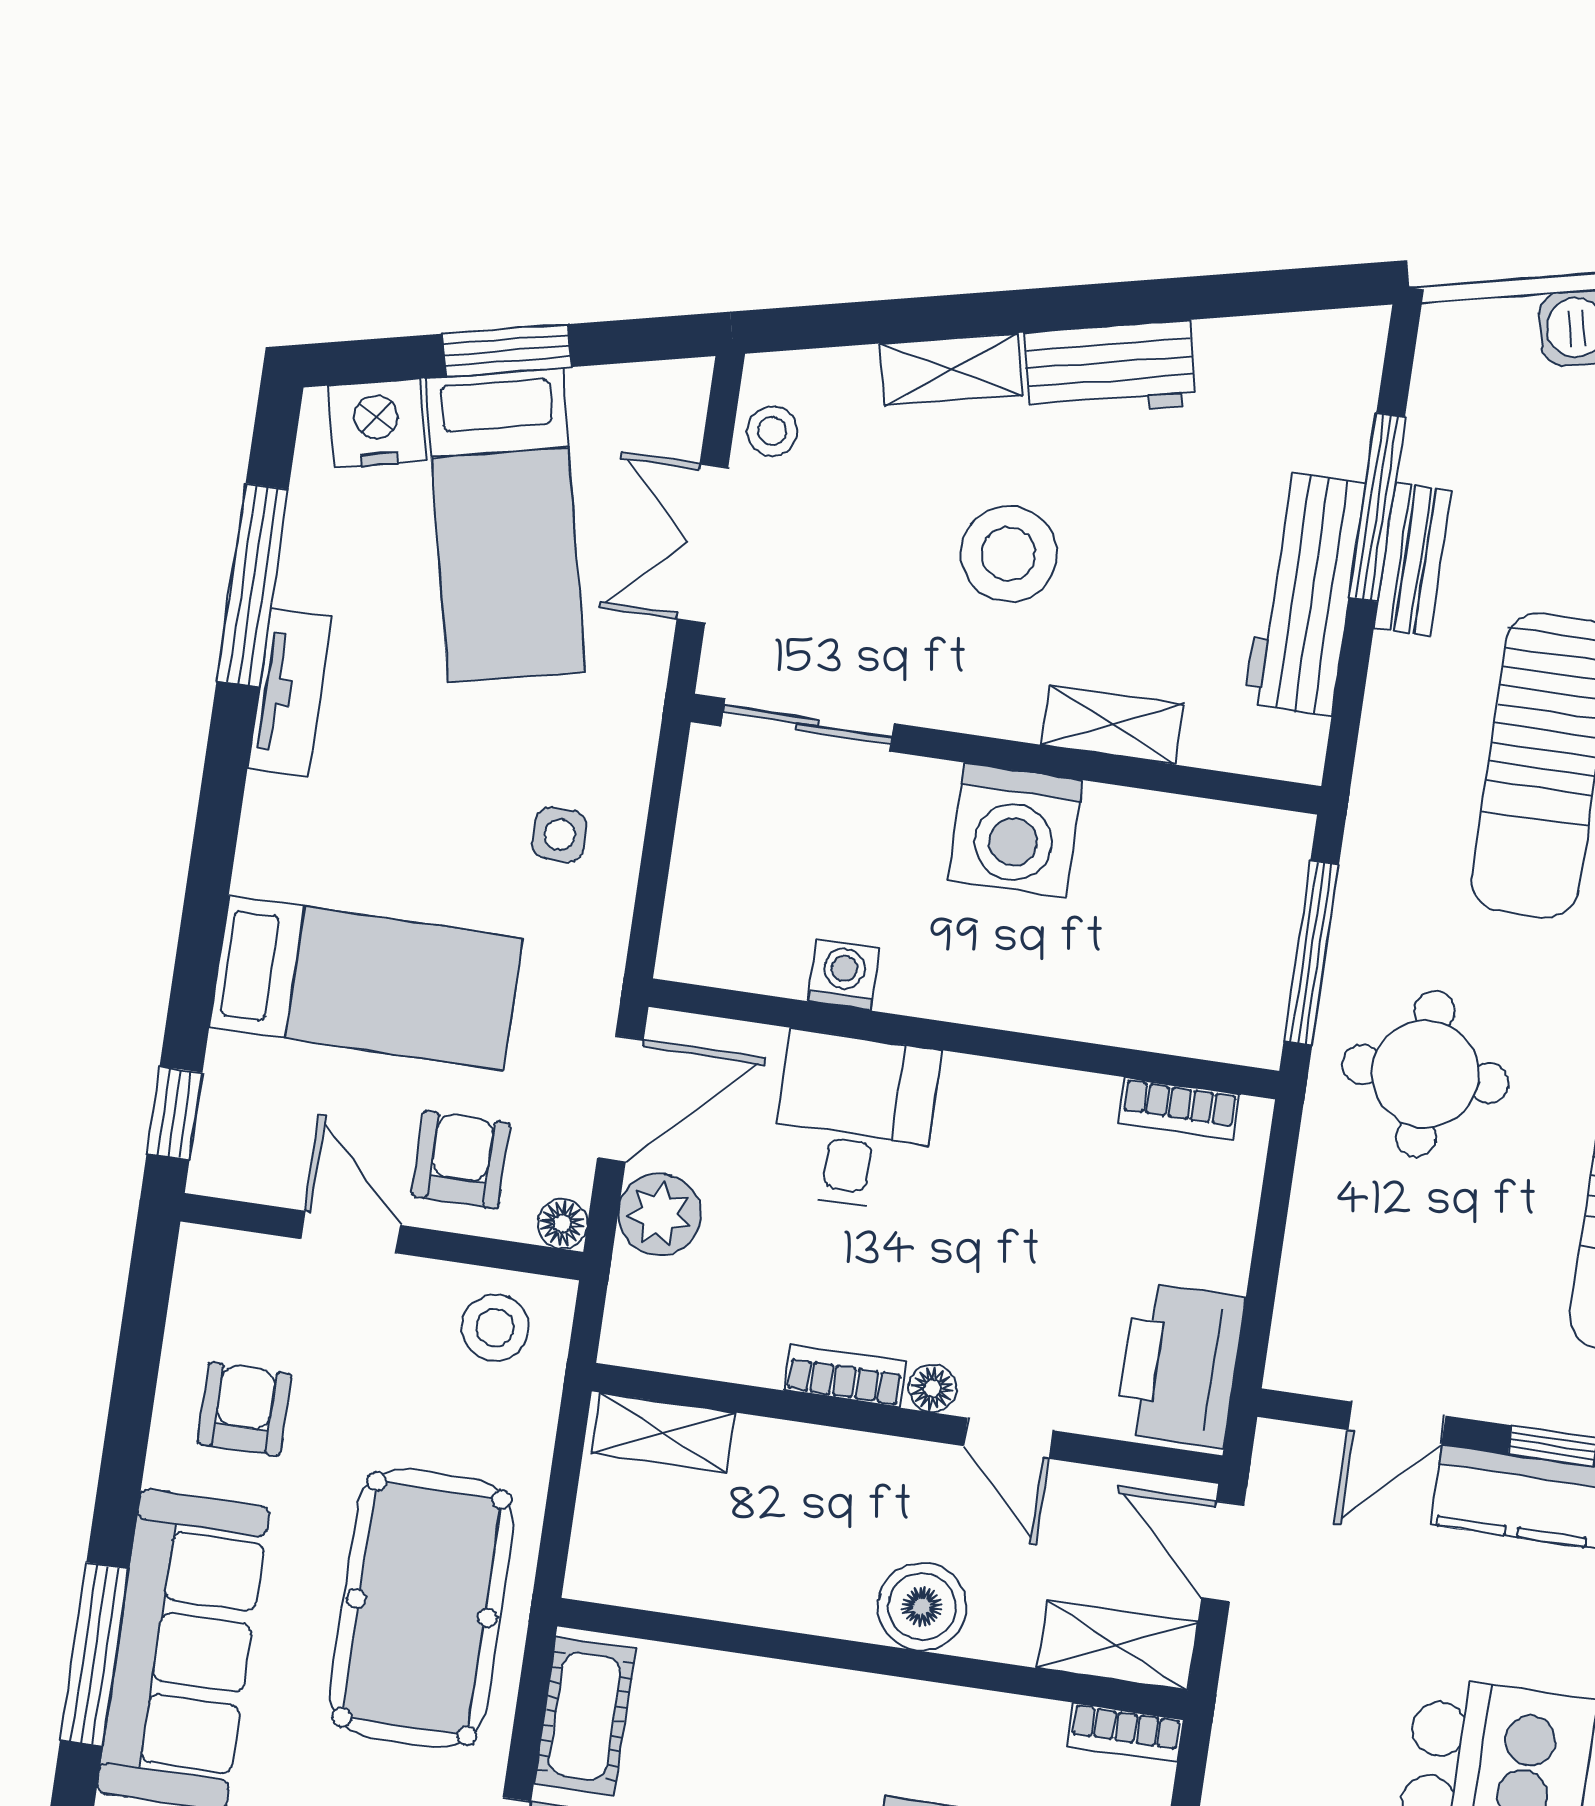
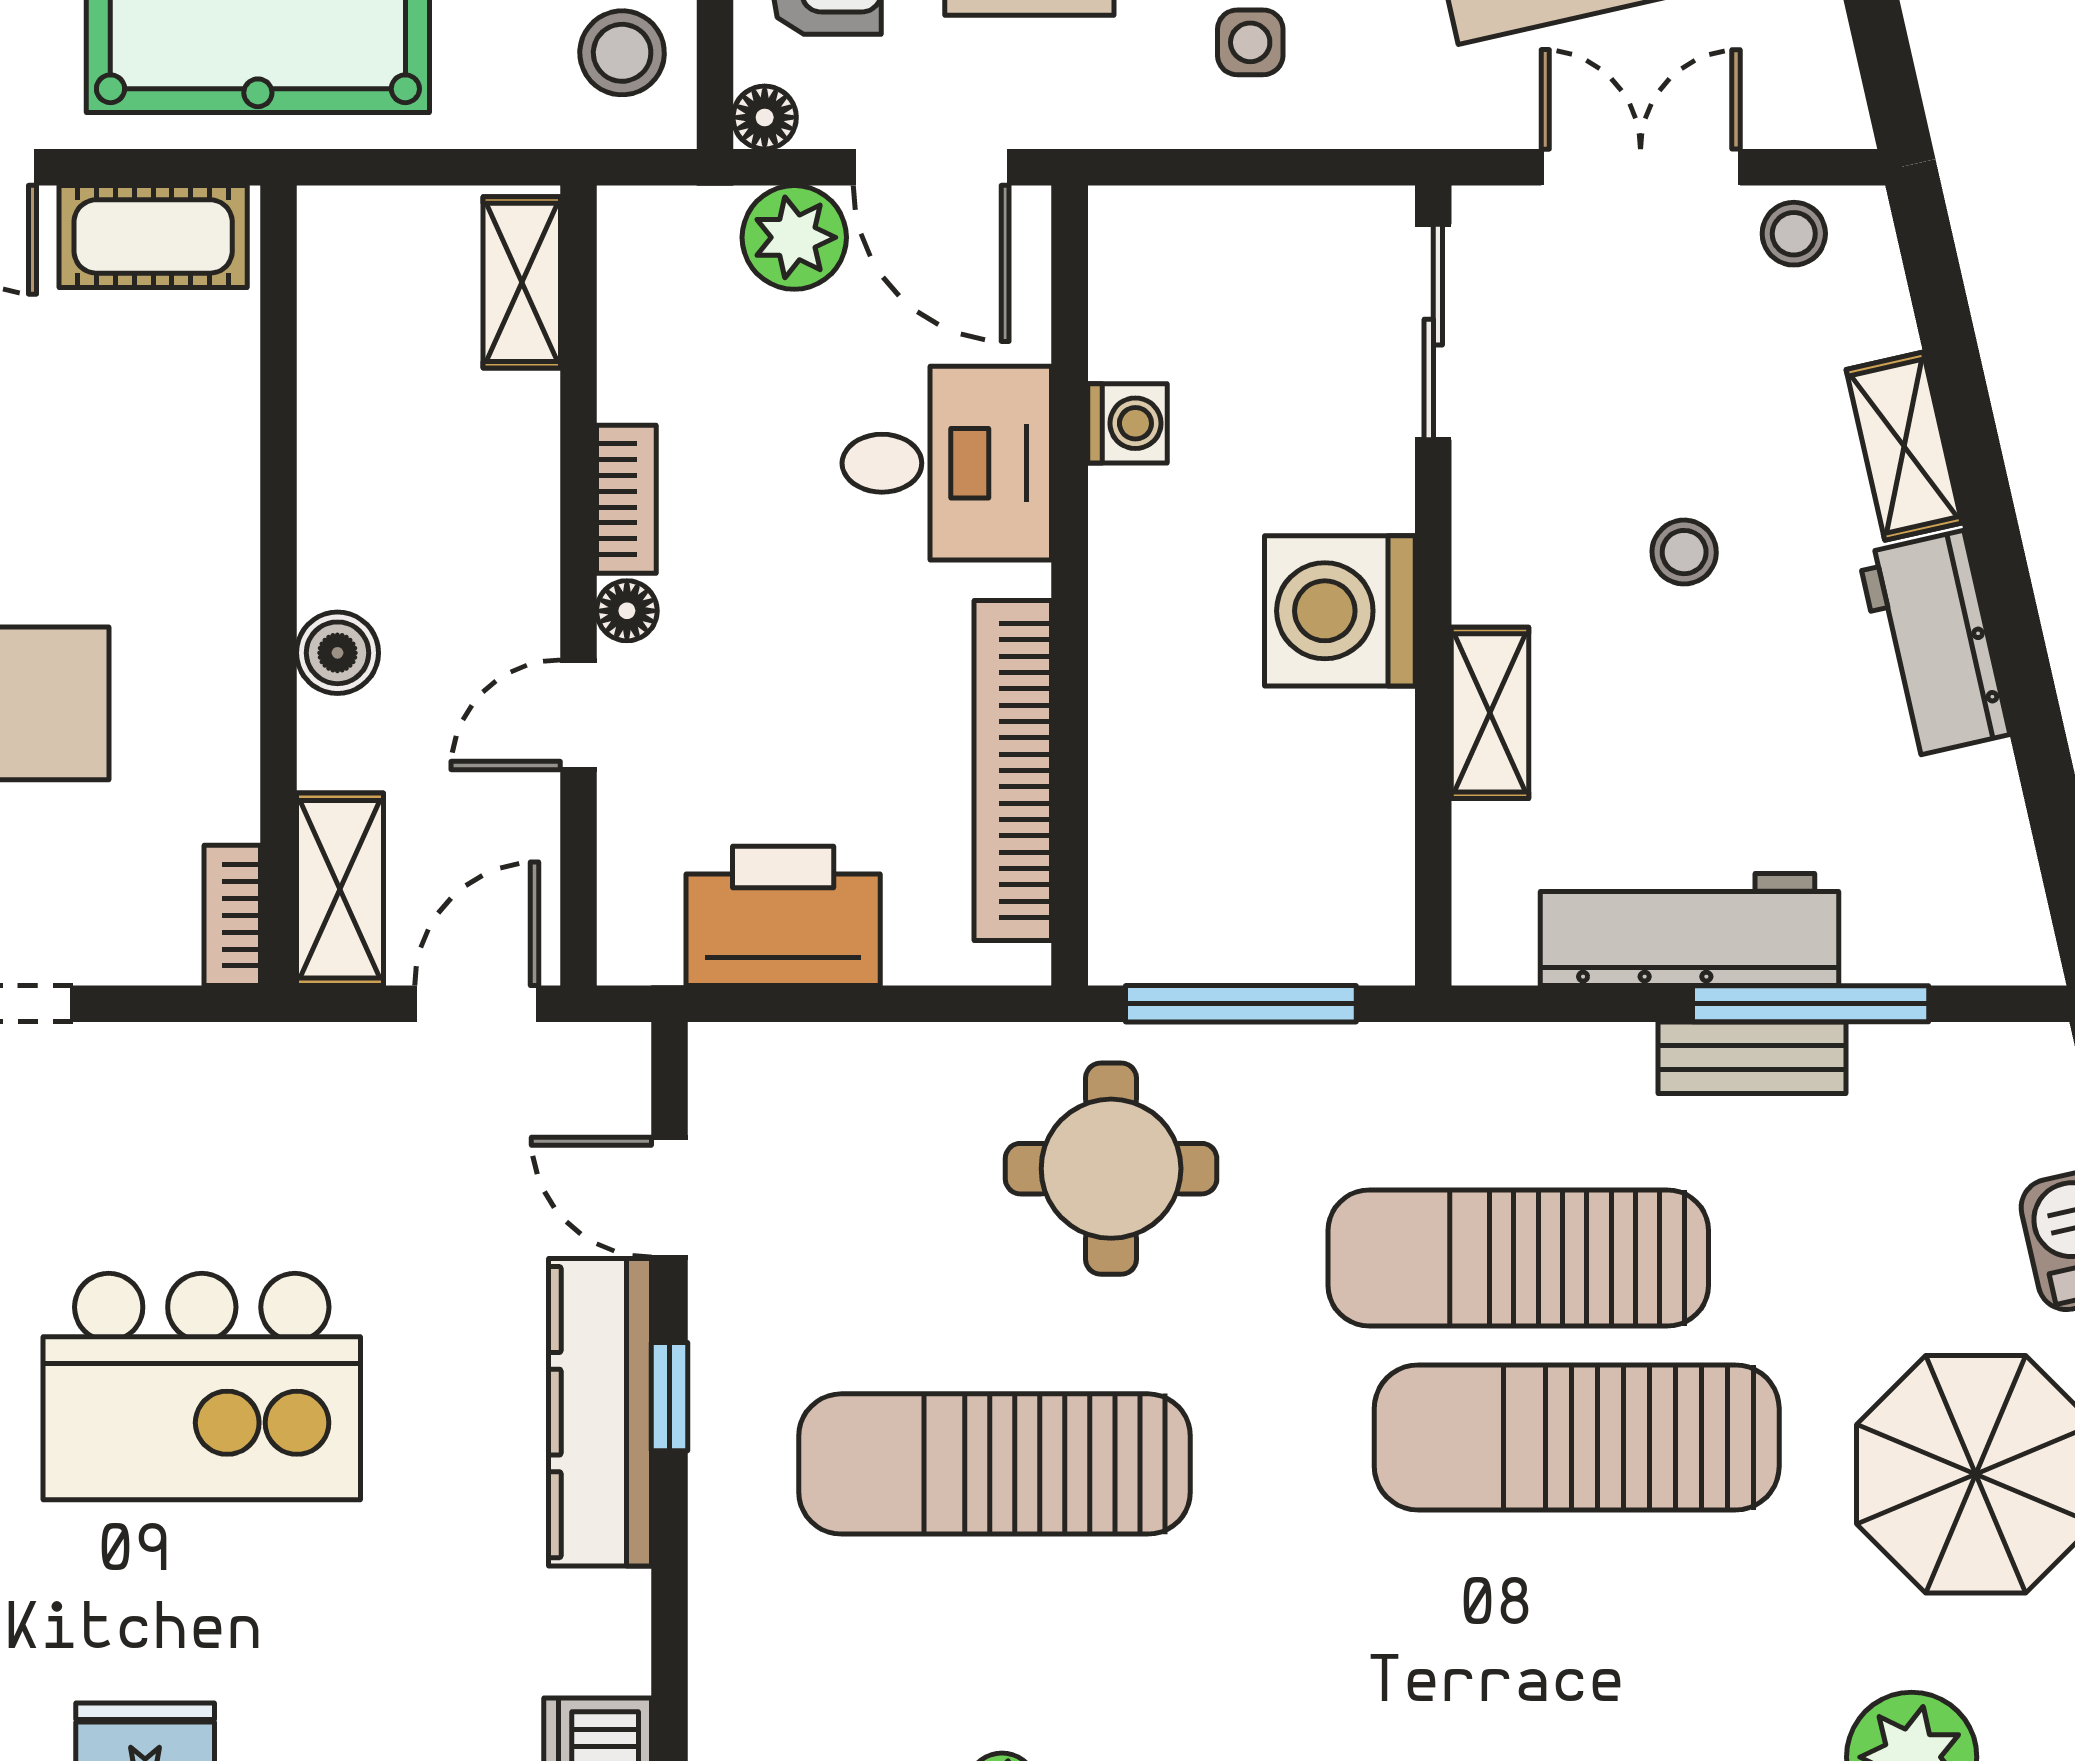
stool: (1009, 554) -> (1684, 552), width x0.53, depth x0.53
bookcase: (1179, 1109) -> (1013, 771), width x2.31, depth x1.31
printer: (1180, 1365) -> (783, 916), moved
boiler: (922, 1607) -> (337, 653), width x0.73, depth x0.73

